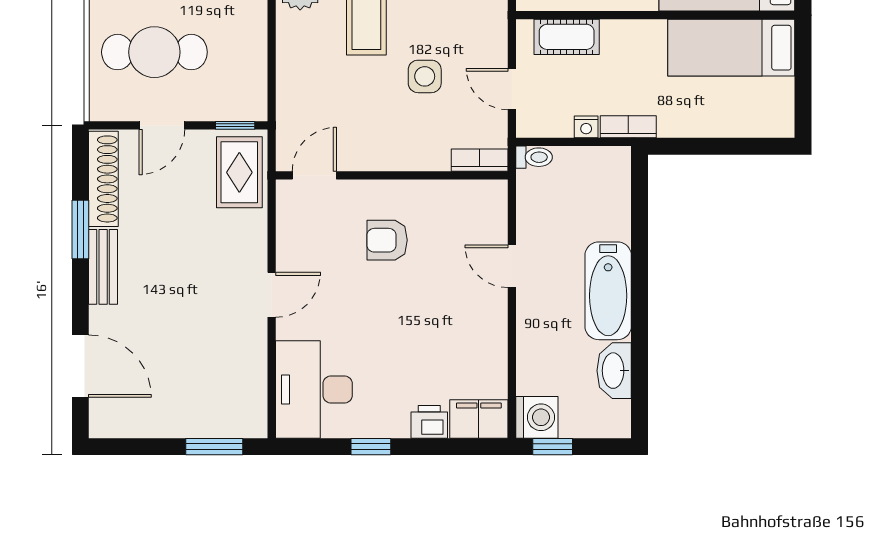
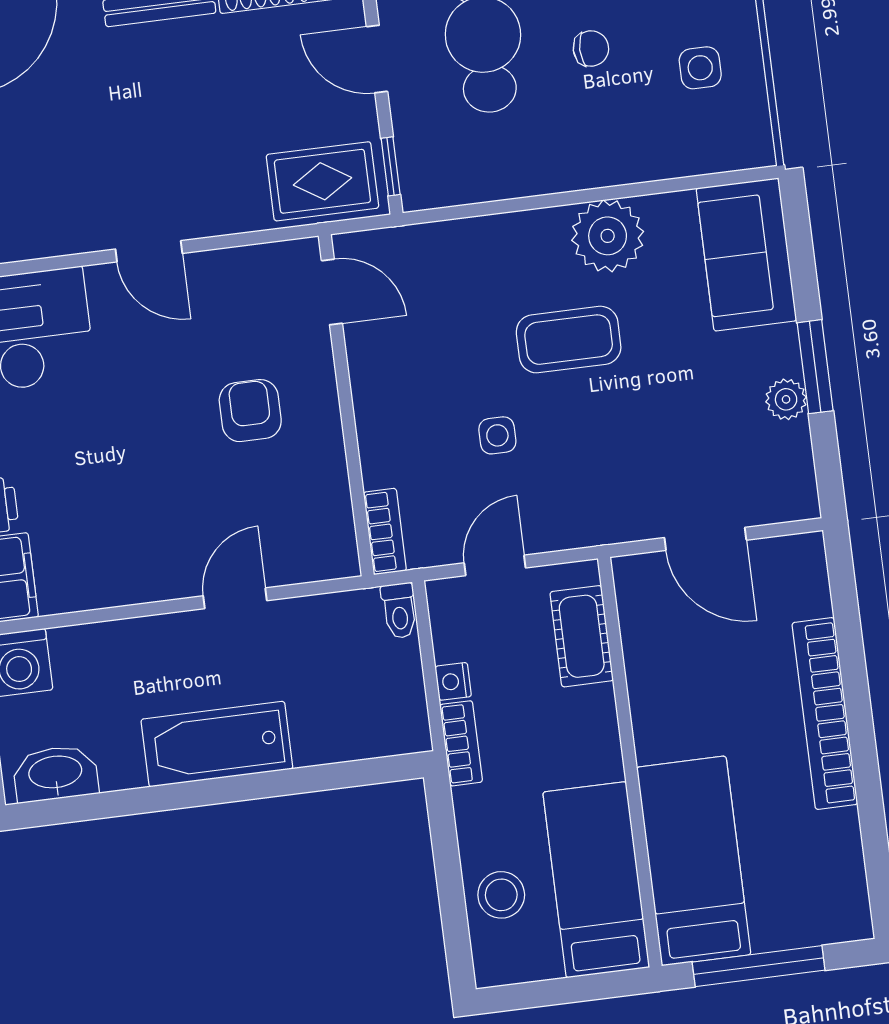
side table: (425, 76) -> (497, 435), width x0.73, depth x0.73
stool: (733, 113) -> (501, 895), added
washbasin: (614, 371) -> (55, 773), moved

